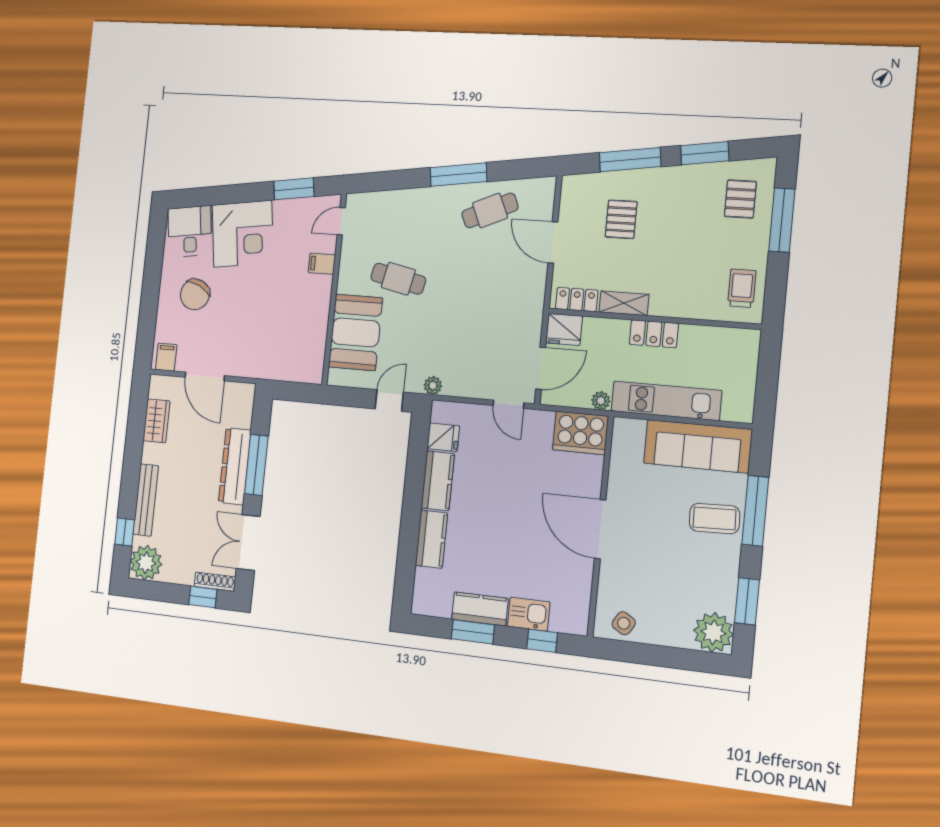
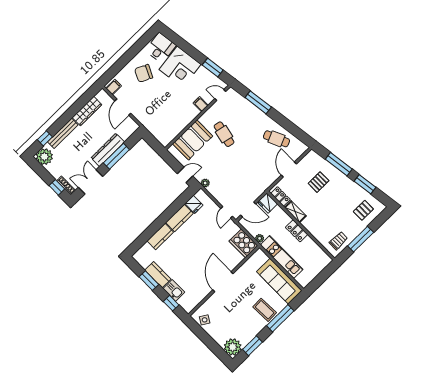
window: (459, 175) -> (258, 102), moved
window: (782, 220) -> (361, 239), moved
wardrobe: (156, 421) -> (87, 111), width x1.50

